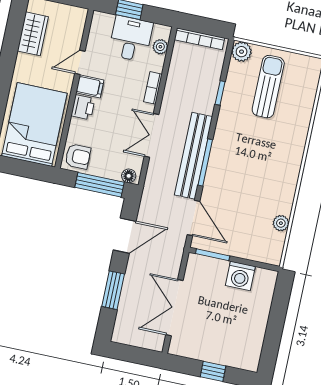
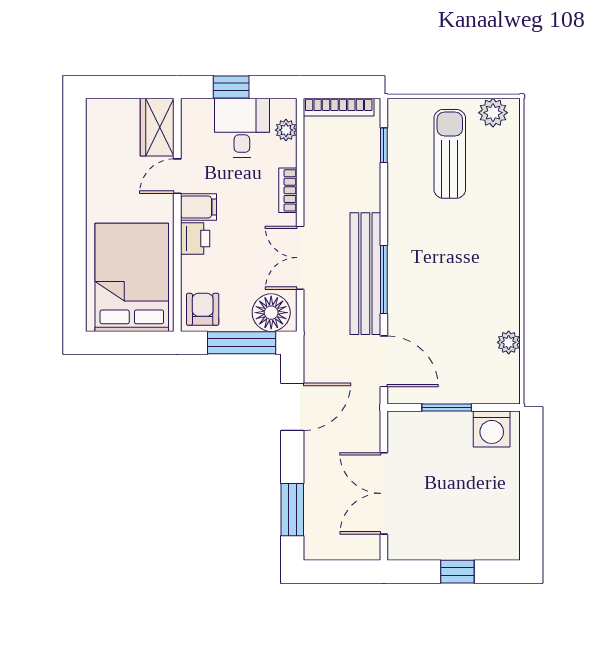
wardrobe: (33, 34) -> (157, 127), moved, turned 180
plant: (242, 52) -> (493, 113), moved
window: (220, 93) -> (384, 145), moved
armchair: (78, 156) -> (203, 309), turned -90
floor lamp: (129, 176) -> (271, 313), width x1.89, depth x1.89
window: (213, 255) -> (447, 407), moved
washing machine: (240, 276) -> (492, 429), moved
window: (113, 290) -> (292, 510), moved

